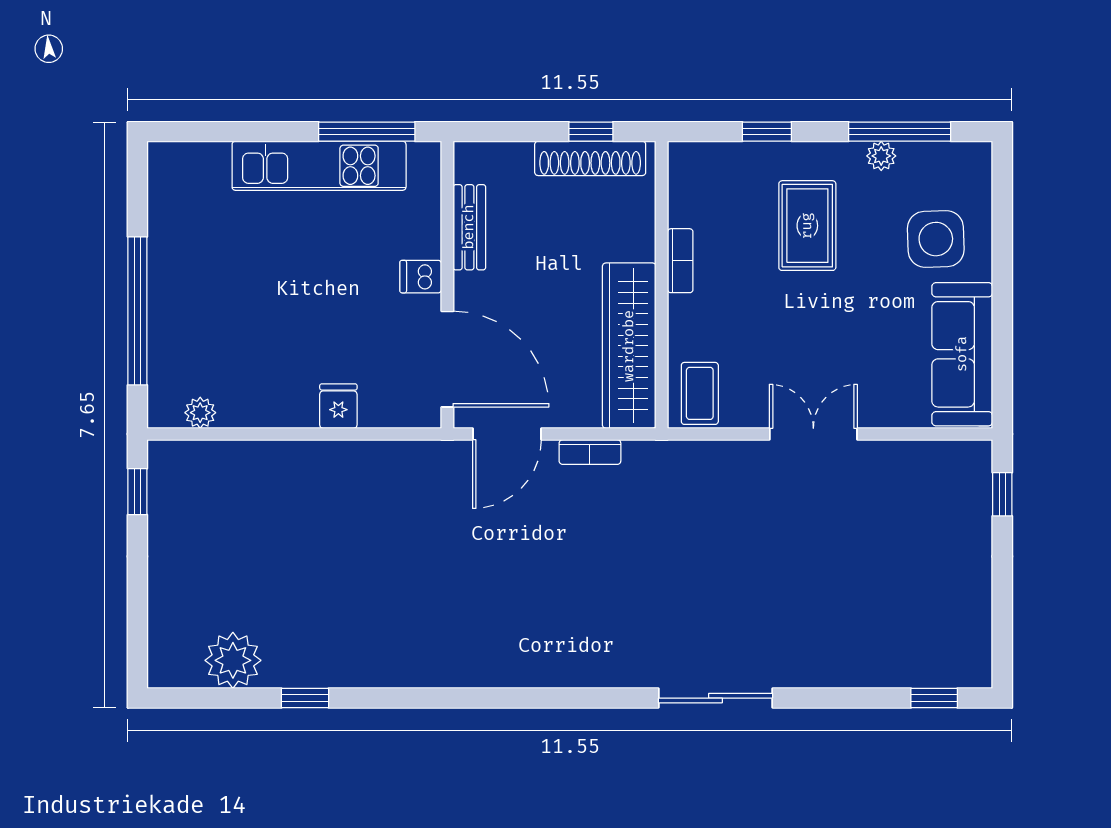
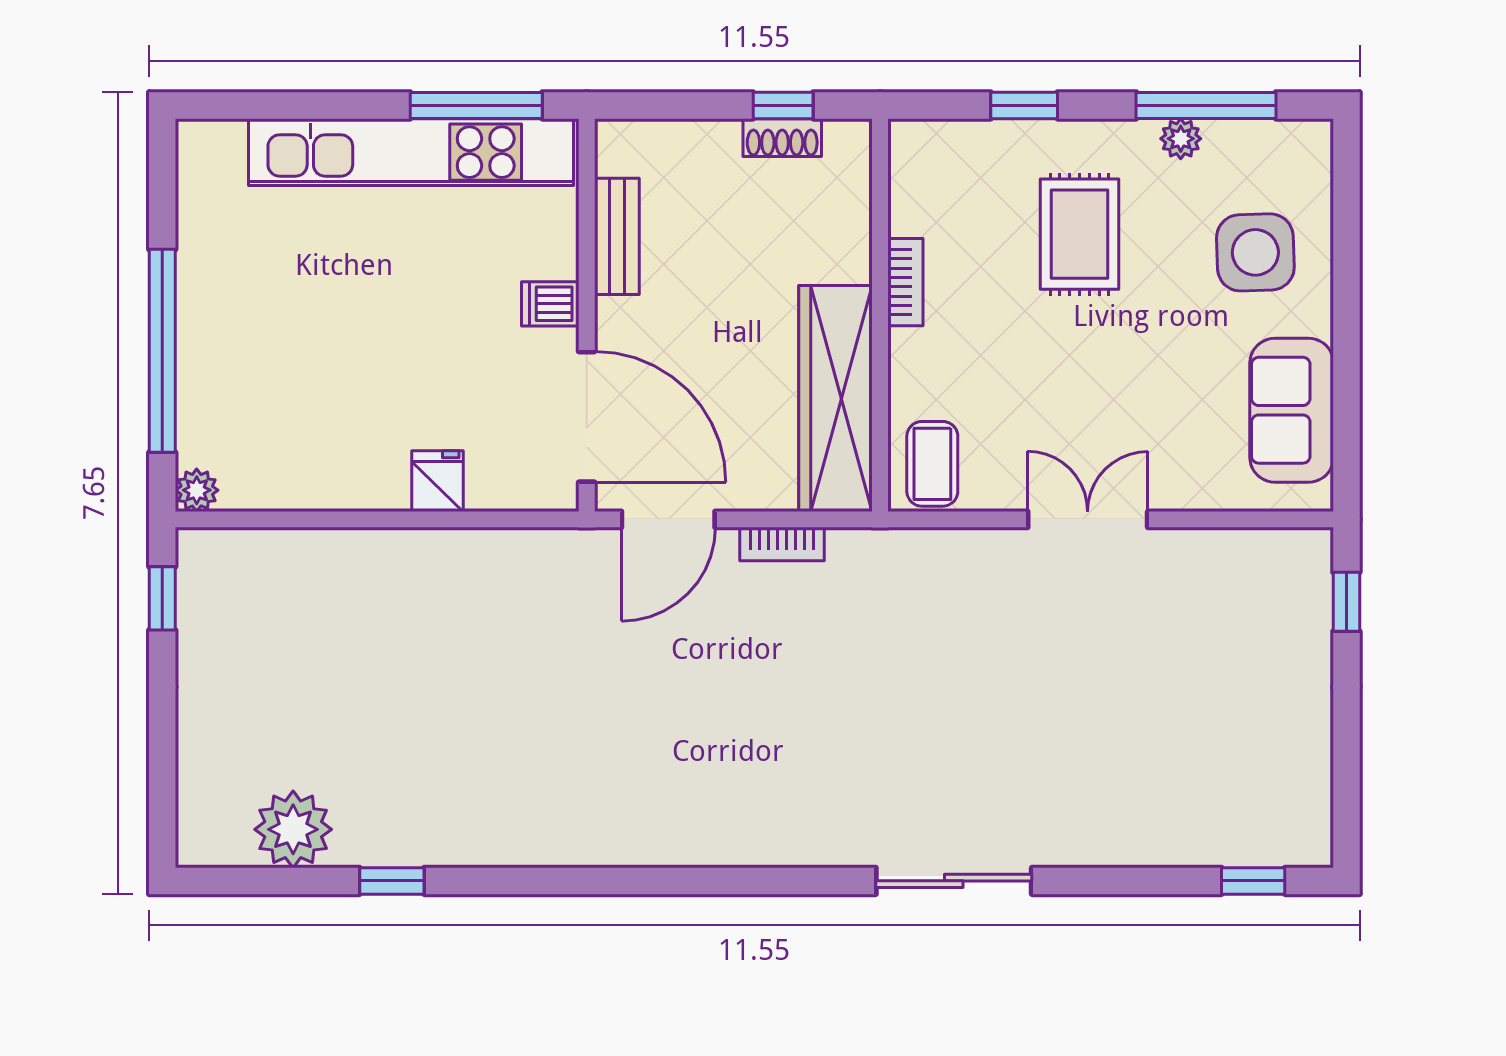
shoe rack: (590, 158) -> (782, 138), width x0.51, depth x0.81
kitchen unit: (319, 166) -> (411, 152), width x1.36
sofa: (962, 354) -> (1292, 410), width x0.73
plant: (200, 413) -> (197, 490), moved

